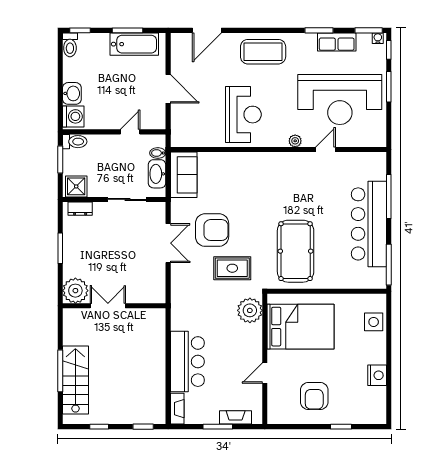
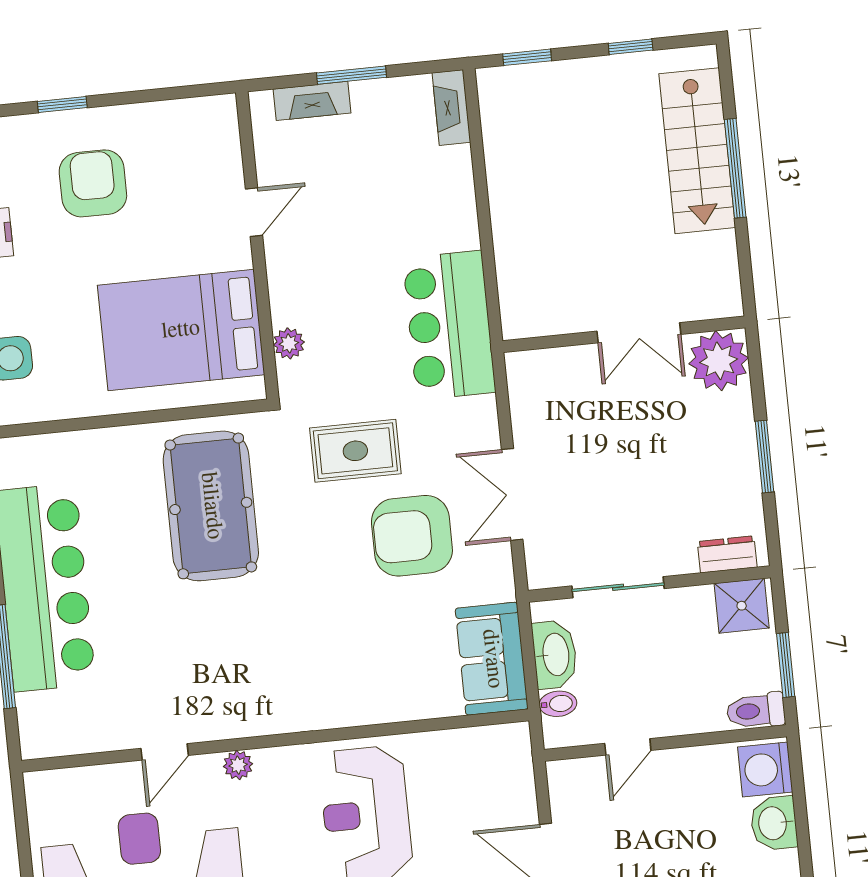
plant: (250, 310) -> (289, 343), width x0.53, depth x0.53
bar counter: (187, 362) -> (449, 325), moved
armchair: (314, 396) -> (93, 183), moved

